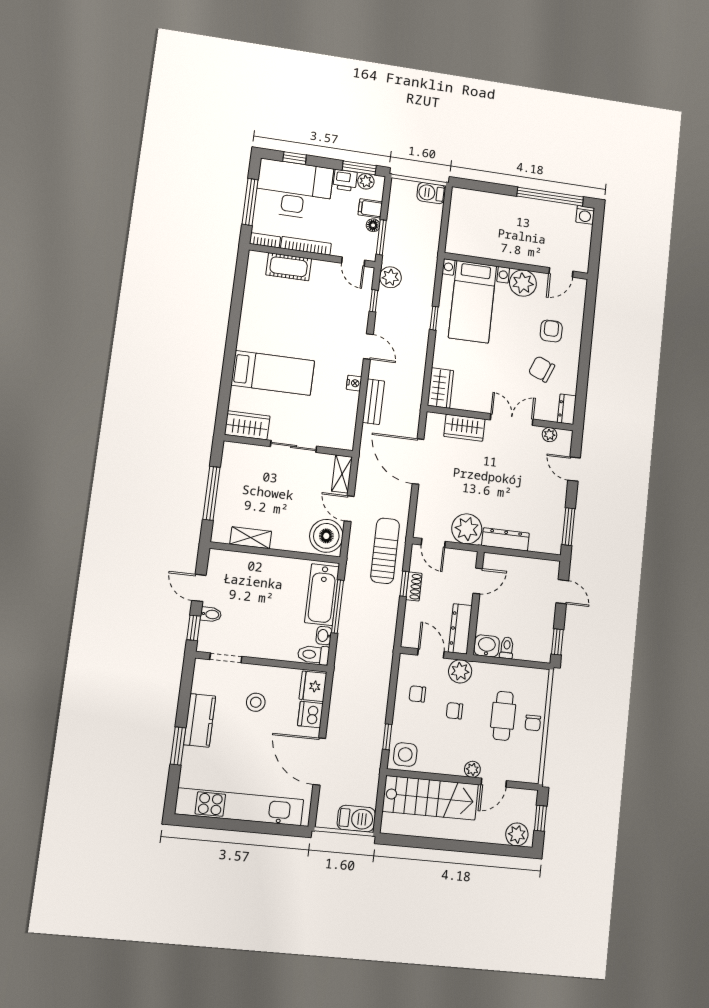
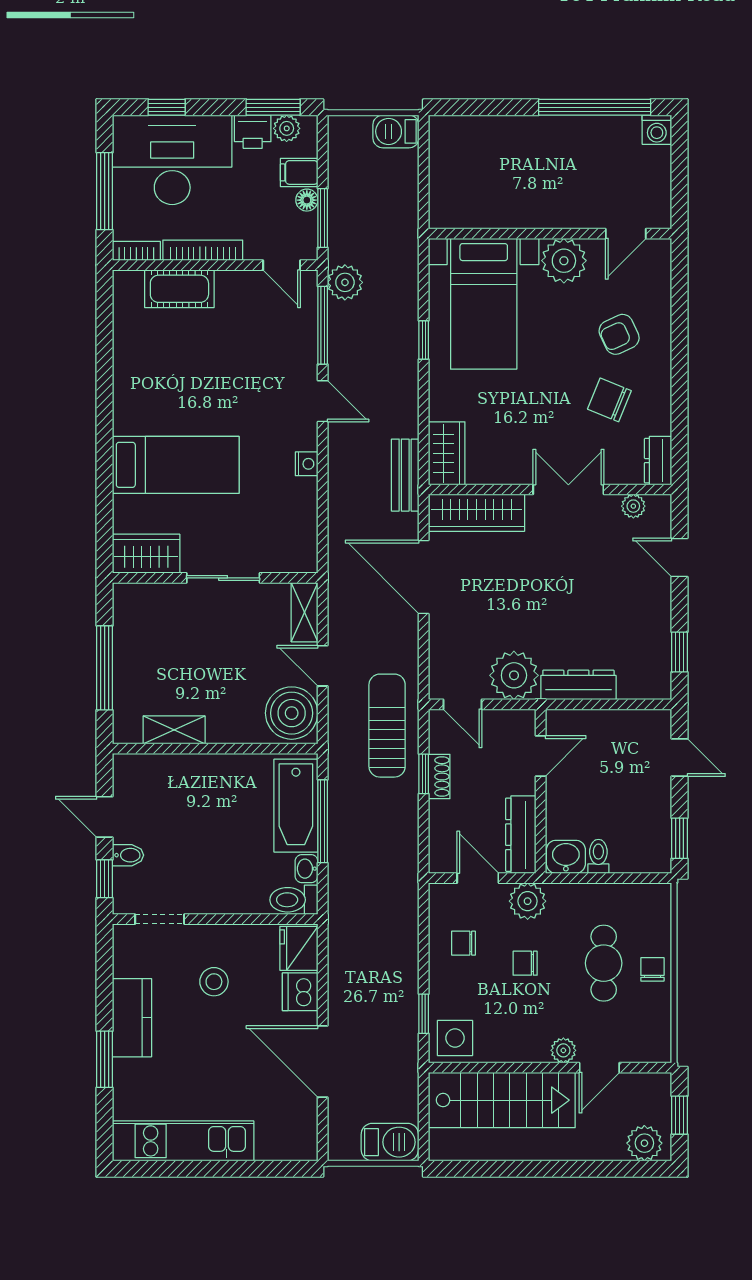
window: (374, 301) -> (323, 325), width x2.17
armchair: (551, 331) -> (619, 334), turned -115
bench: (373, 402) -> (405, 475), moved
wardrobe: (464, 428) -> (477, 513), width x1.50
window: (568, 527) -> (680, 652), width x0.67
chair: (533, 723) -> (652, 969), turned 180
kitchen unit: (239, 807) -> (183, 1141), width x0.73

